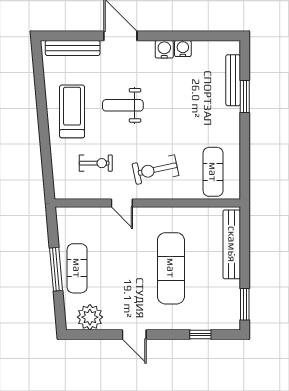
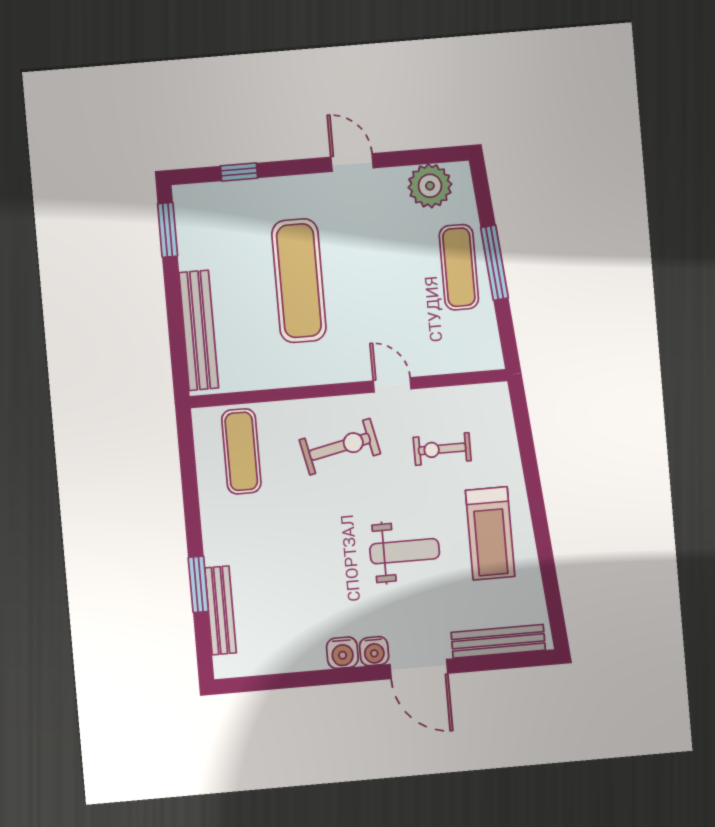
water cooler: (183, 49) -> (374, 651), moved

